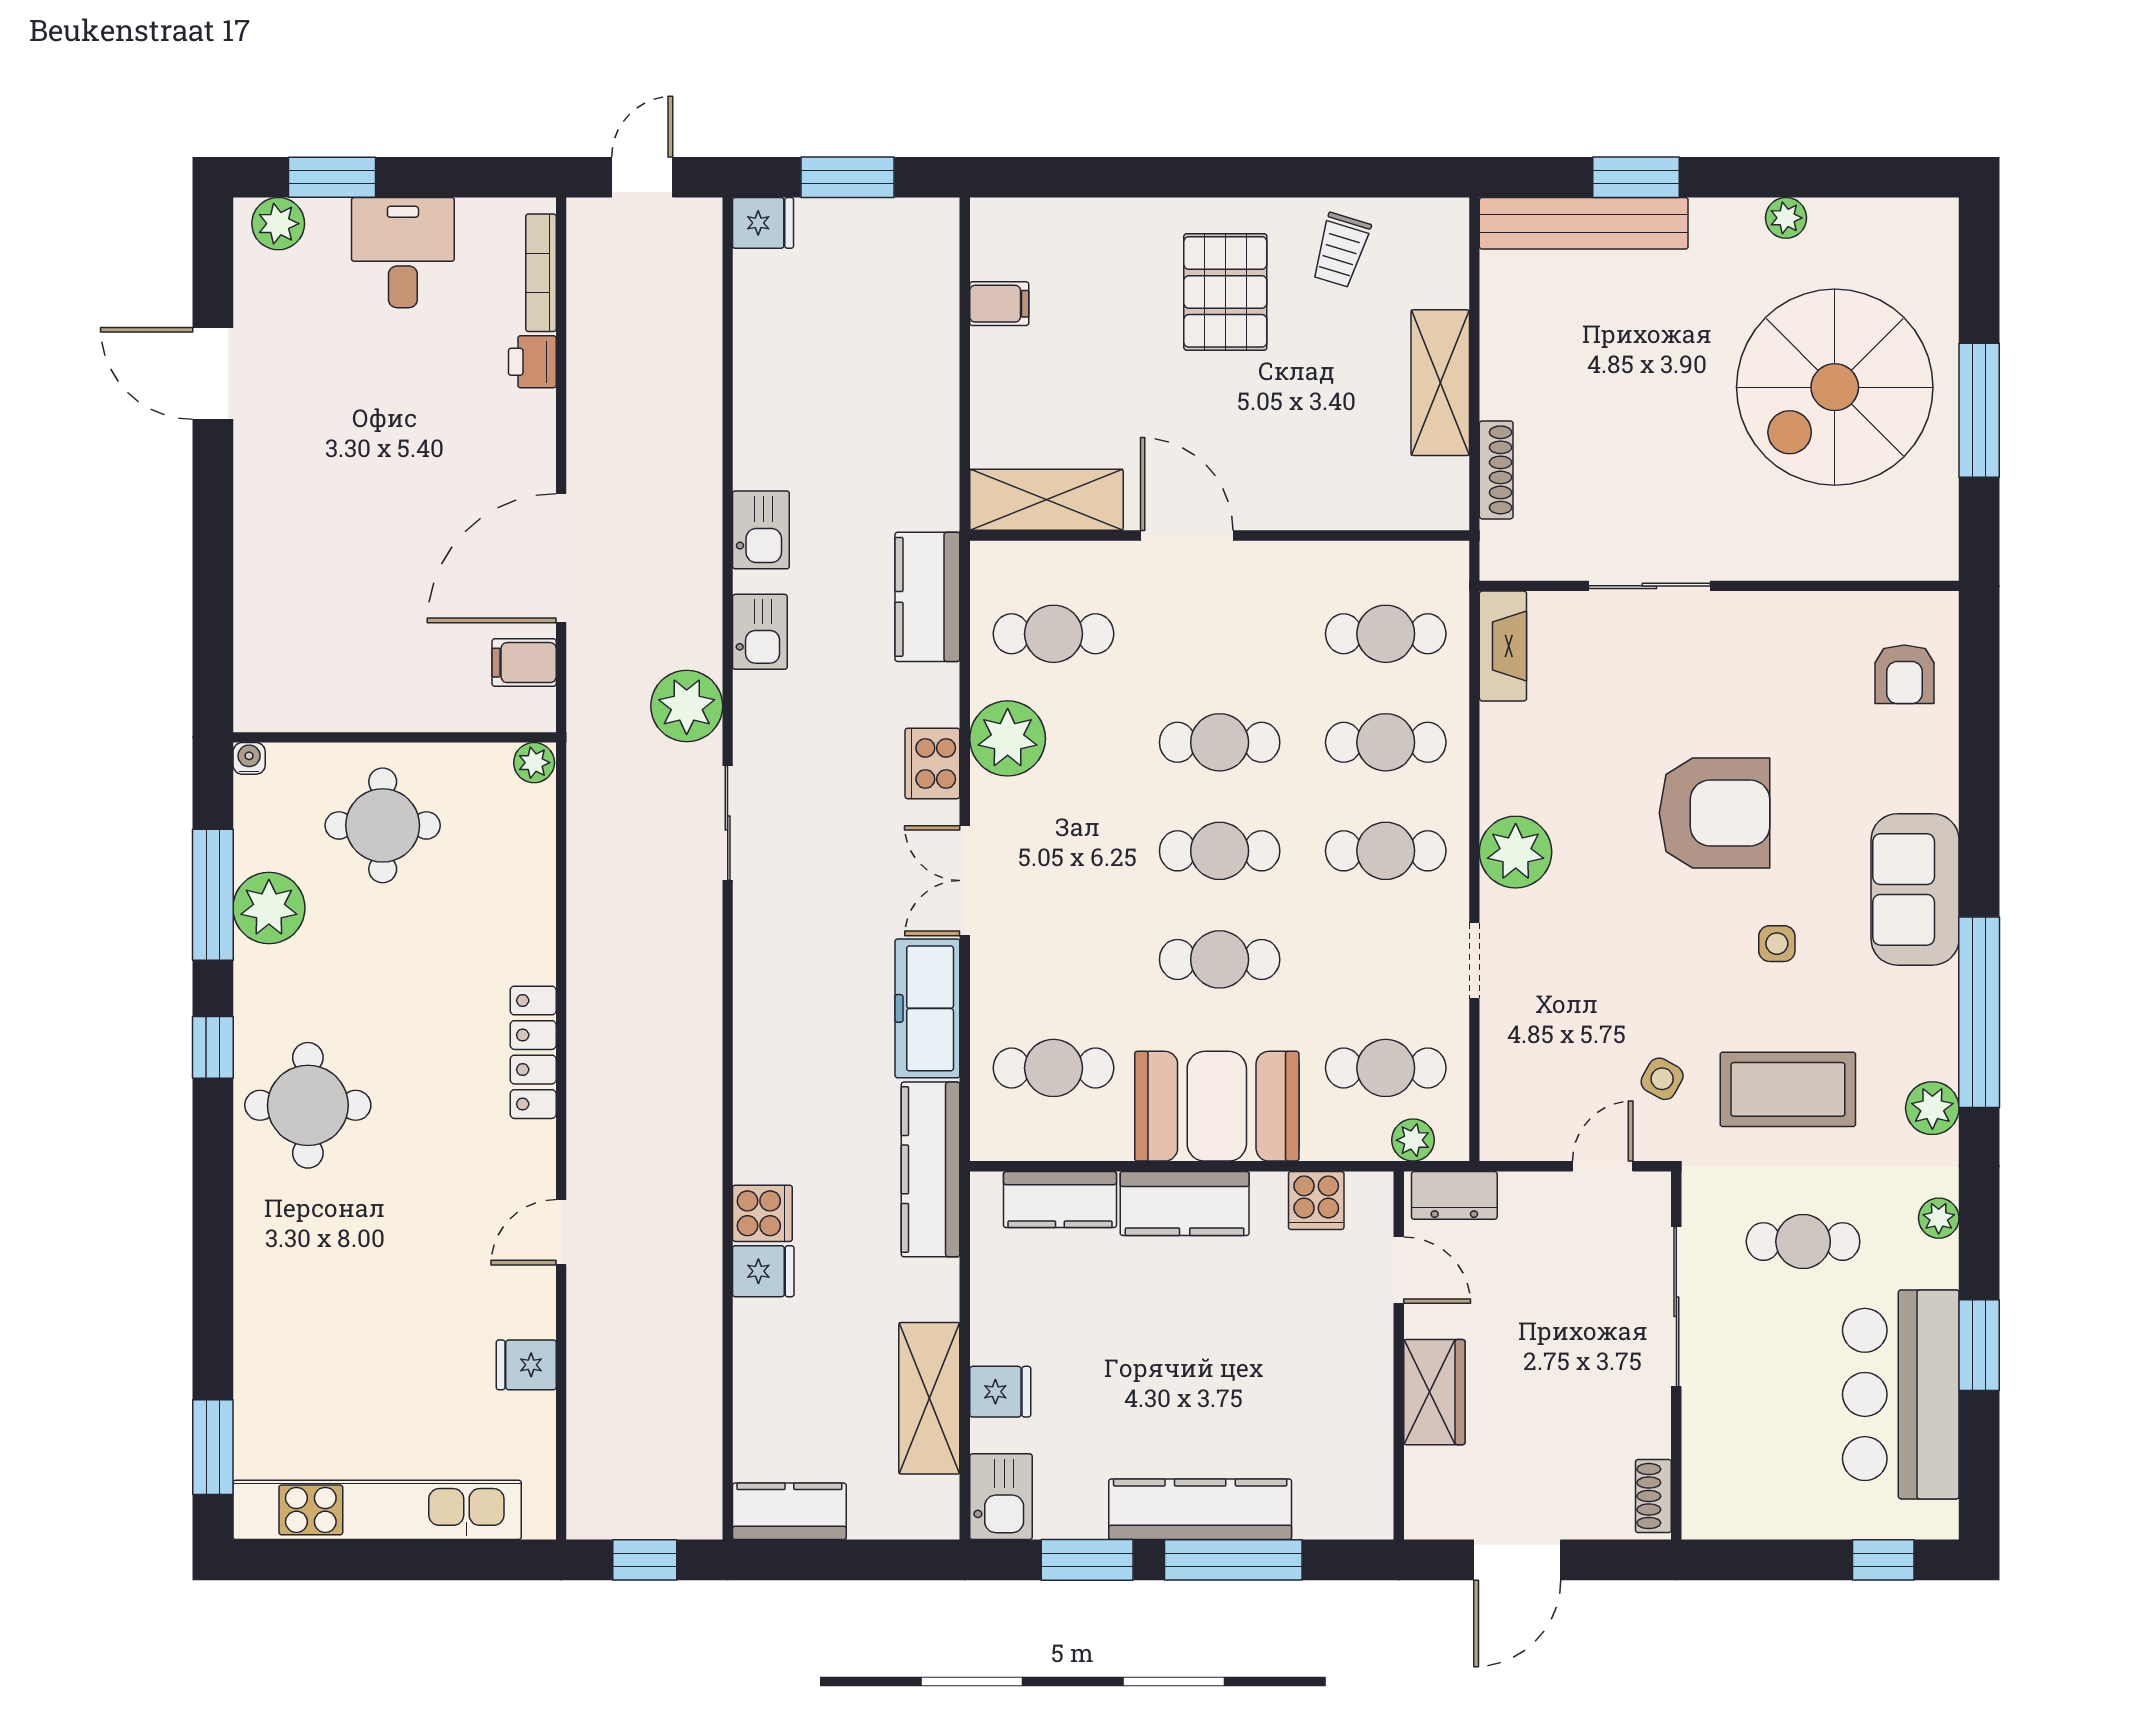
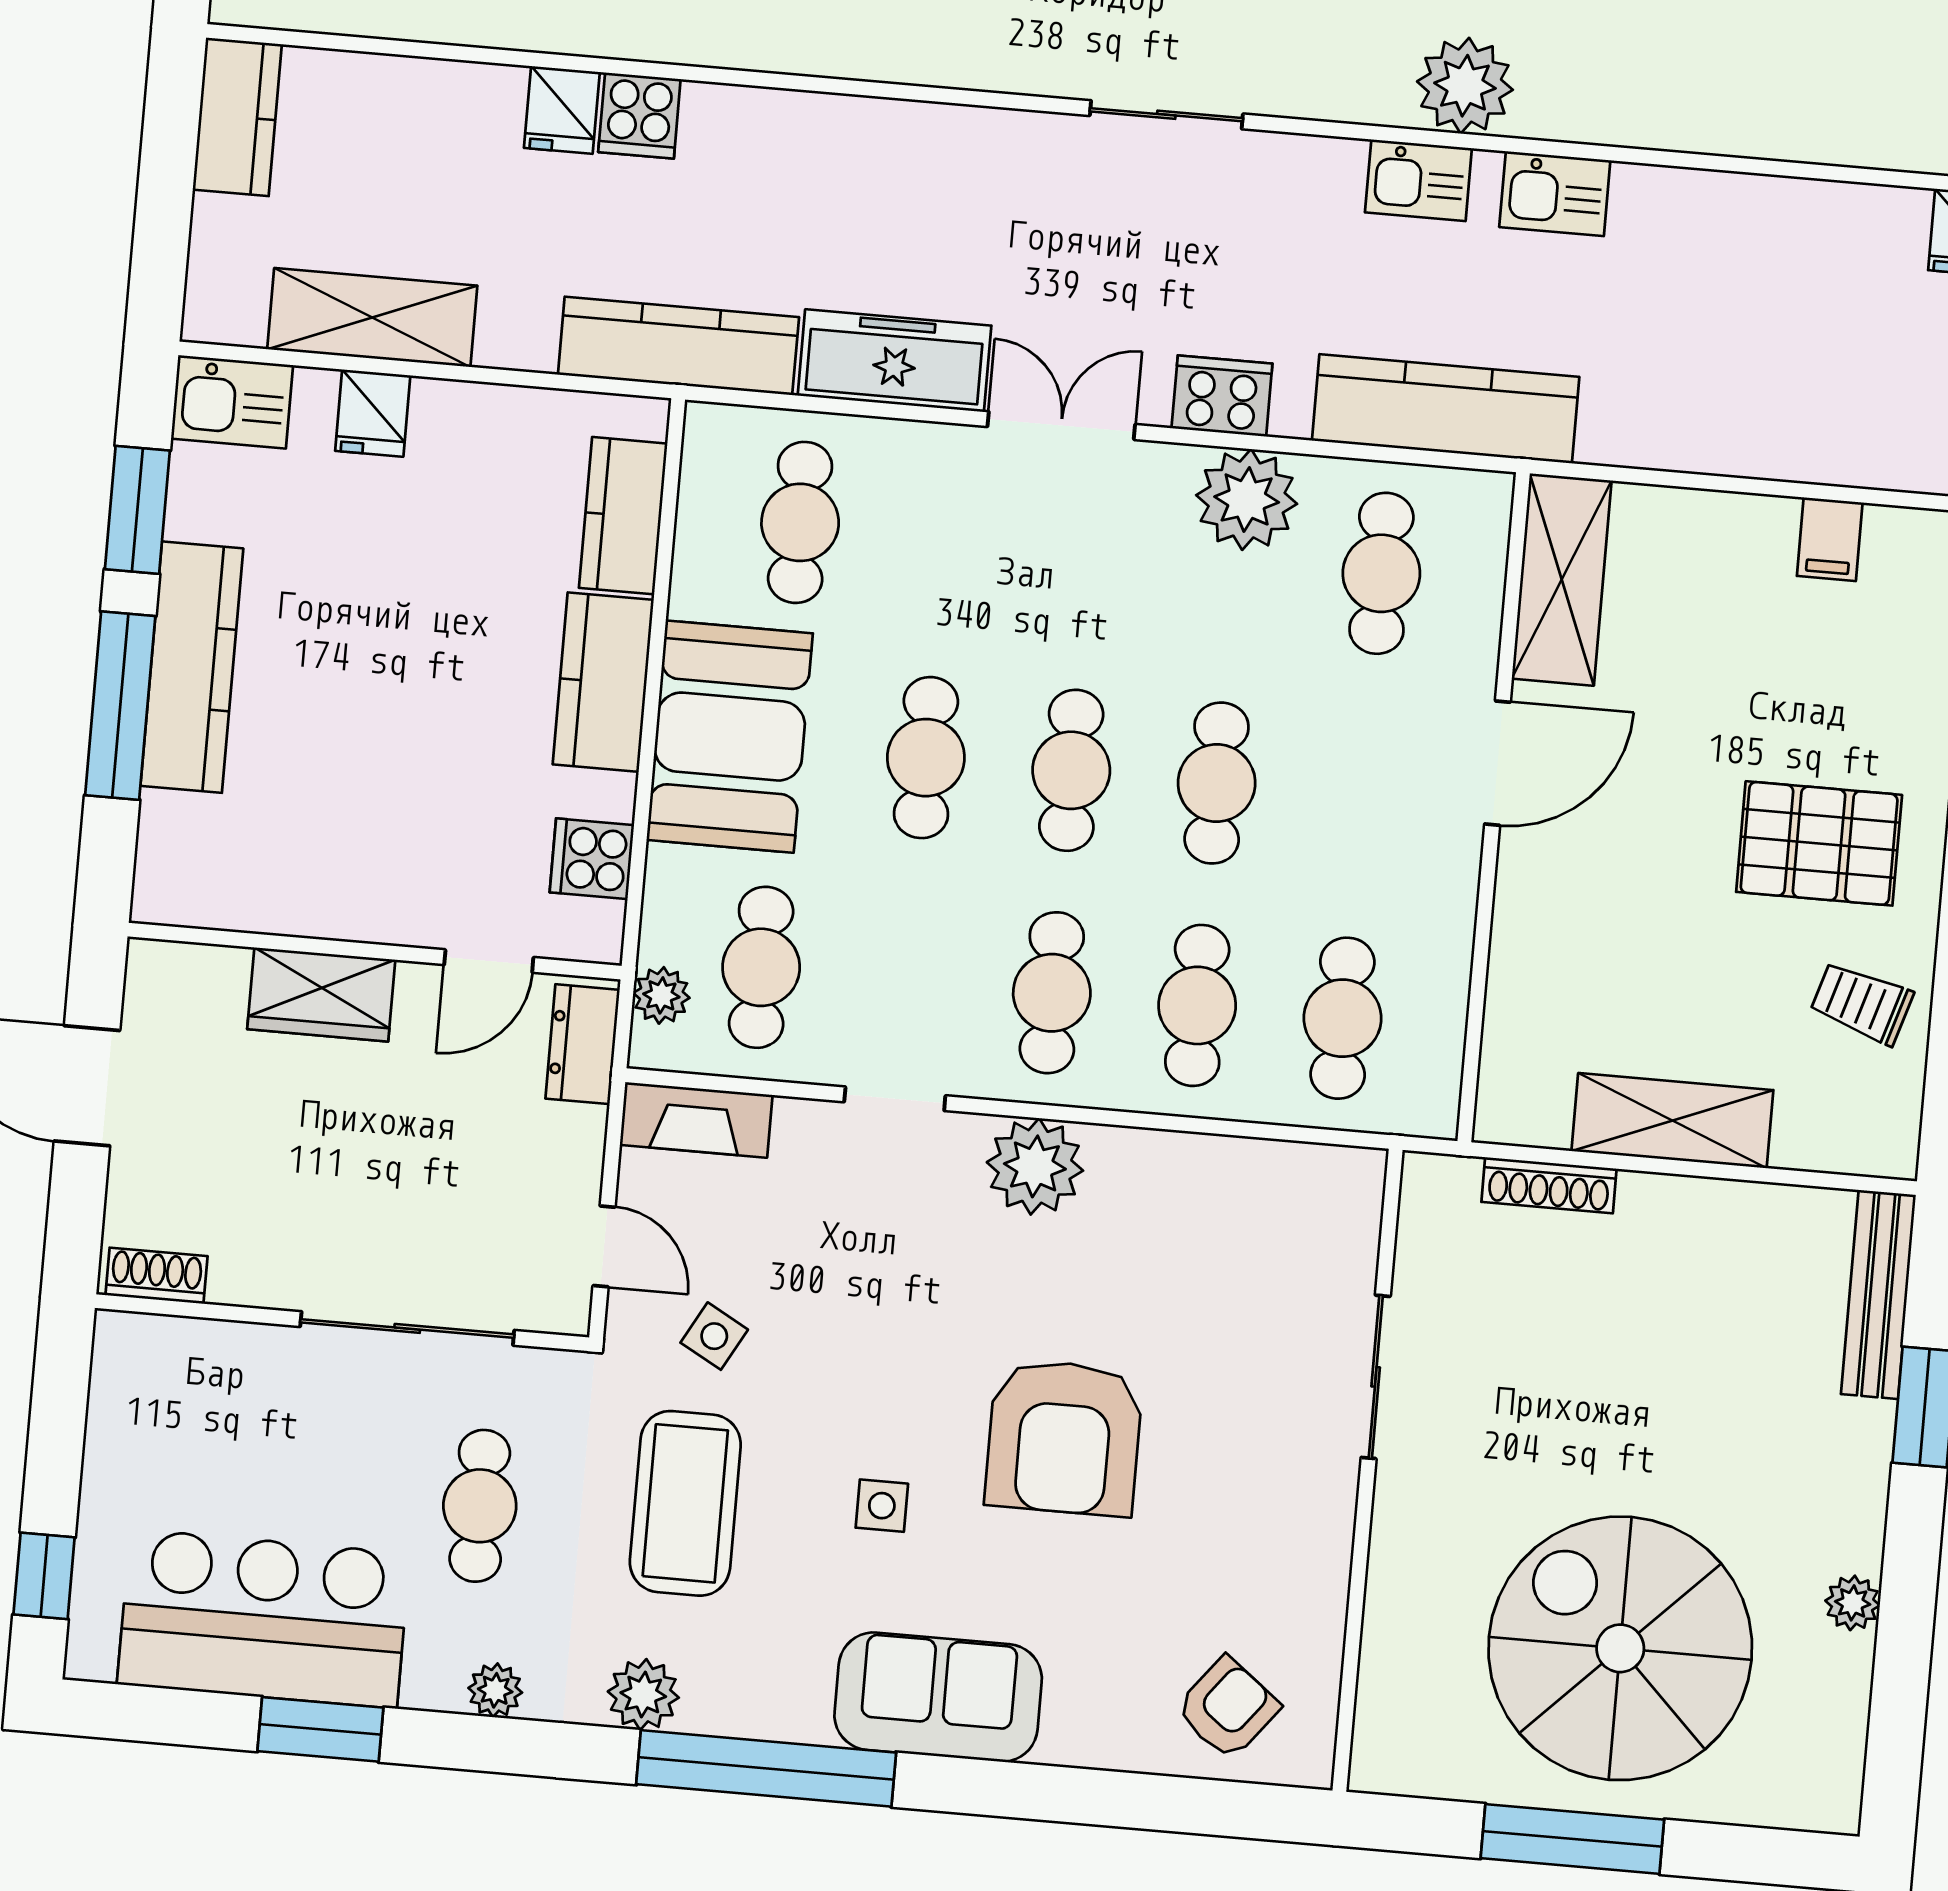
bench: (1584, 223) -> (1878, 1294), width x0.73, depth x0.82
kitchen counter: (927, 597) -> (1446, 409), width x1.50
fireplace: (1503, 646) -> (696, 1120), moved
armchair: (1904, 674) -> (1227, 1708), turned 128
plant: (687, 706) -> (1465, 86), moved

